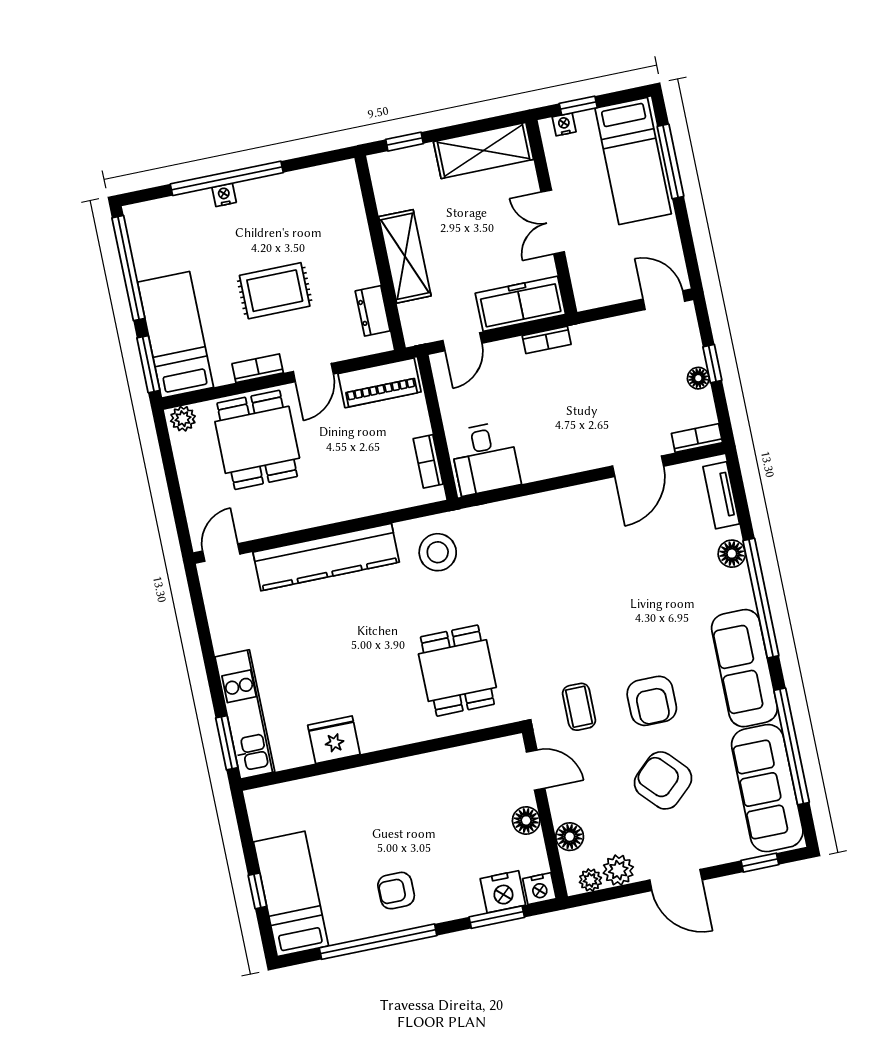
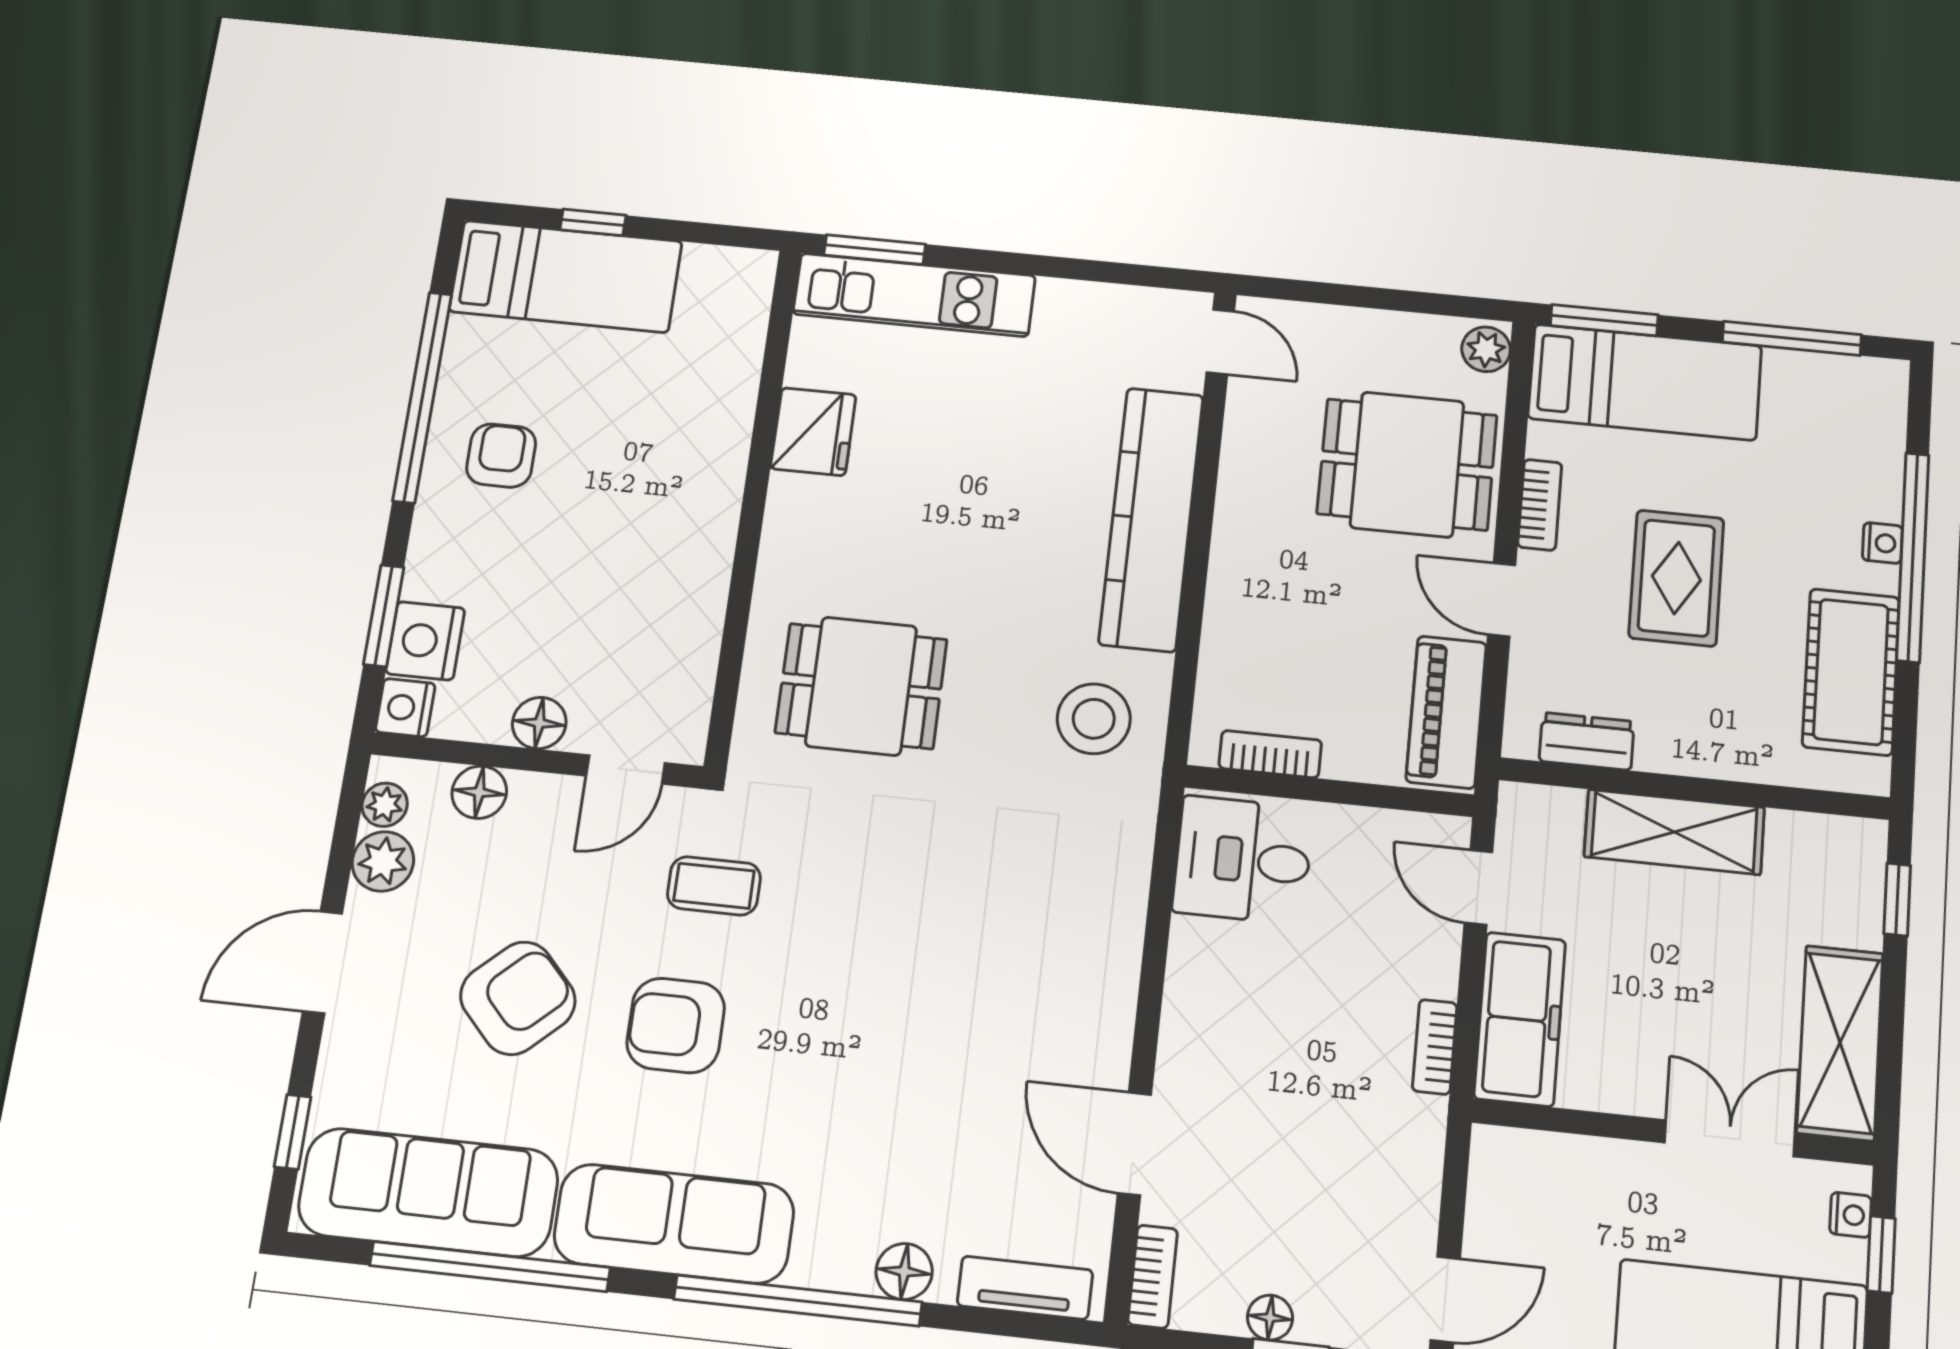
cot: (296, 193) -> (1851, 672), added
double door: (553, 222) -> (1730, 1138), moved
window: (128, 268) -> (1792, 338), width x0.68

